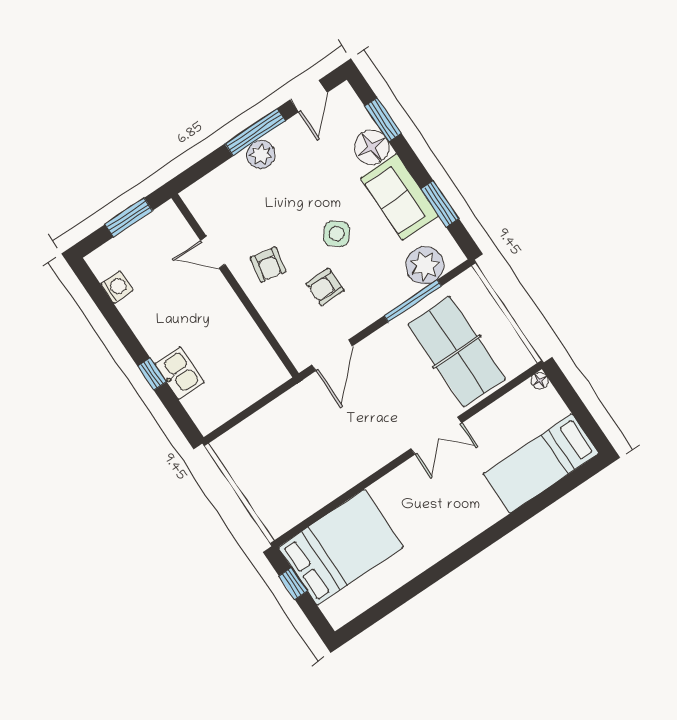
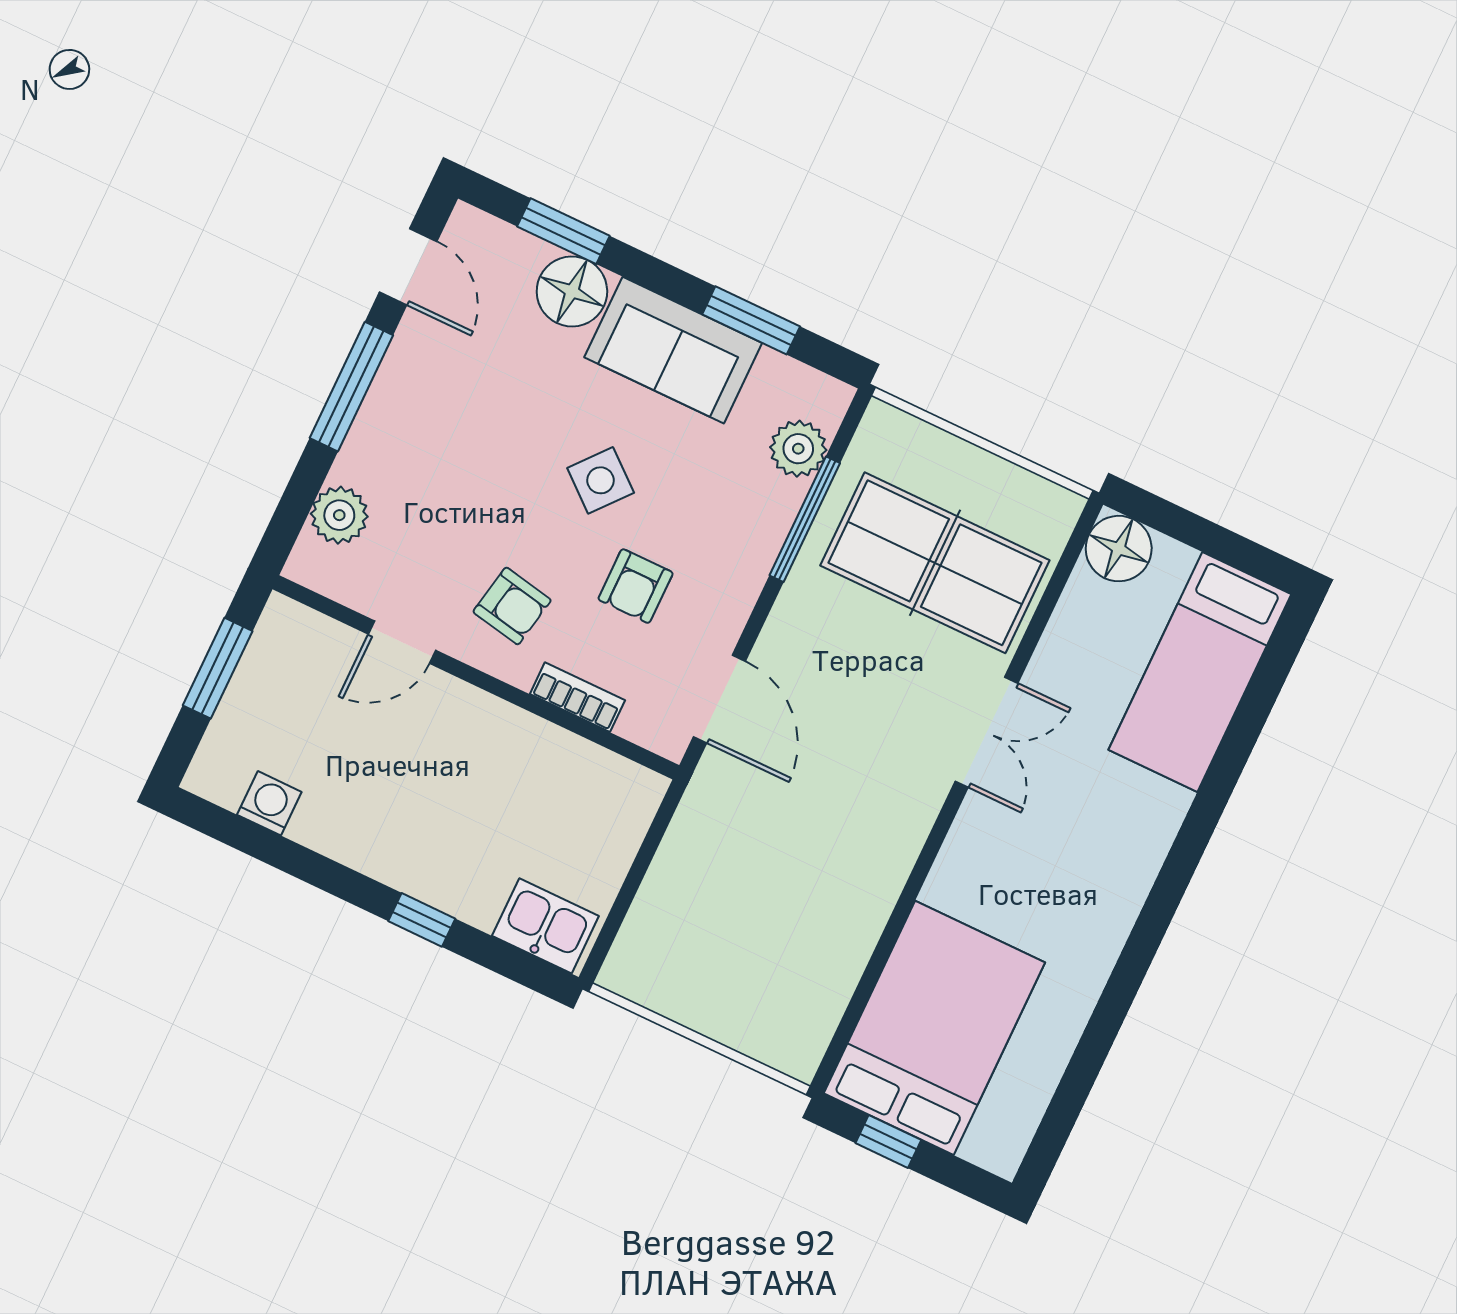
plant: (261, 154) -> (339, 515), moved
plant: (425, 265) -> (798, 449), width x0.73, depth x0.73
bookcase: (273, 319) -> (577, 697), added
kitchen sink: (179, 373) -> (545, 926), moved
floor lamp: (540, 381) -> (1119, 549), width x1.89, depth x1.89

